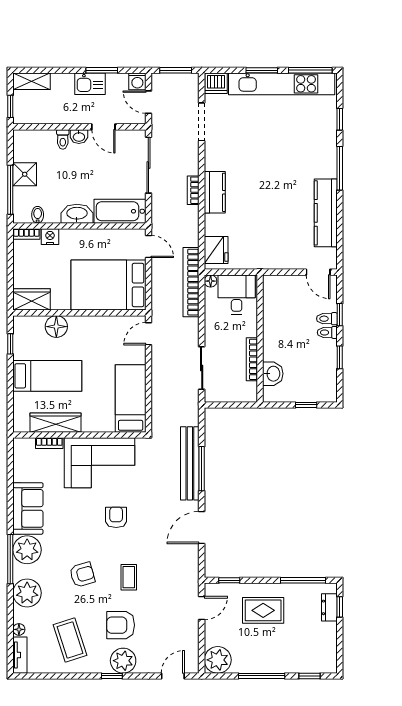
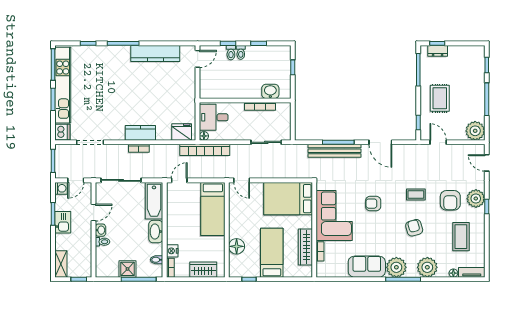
bed: (109, 285) -> (213, 209), width x0.67
wardrobe: (32, 299) -> (203, 270), moved, turned 90
bed: (131, 399) -> (288, 199), width x1.50
coffee table: (70, 640) -> (461, 237), turned -72

